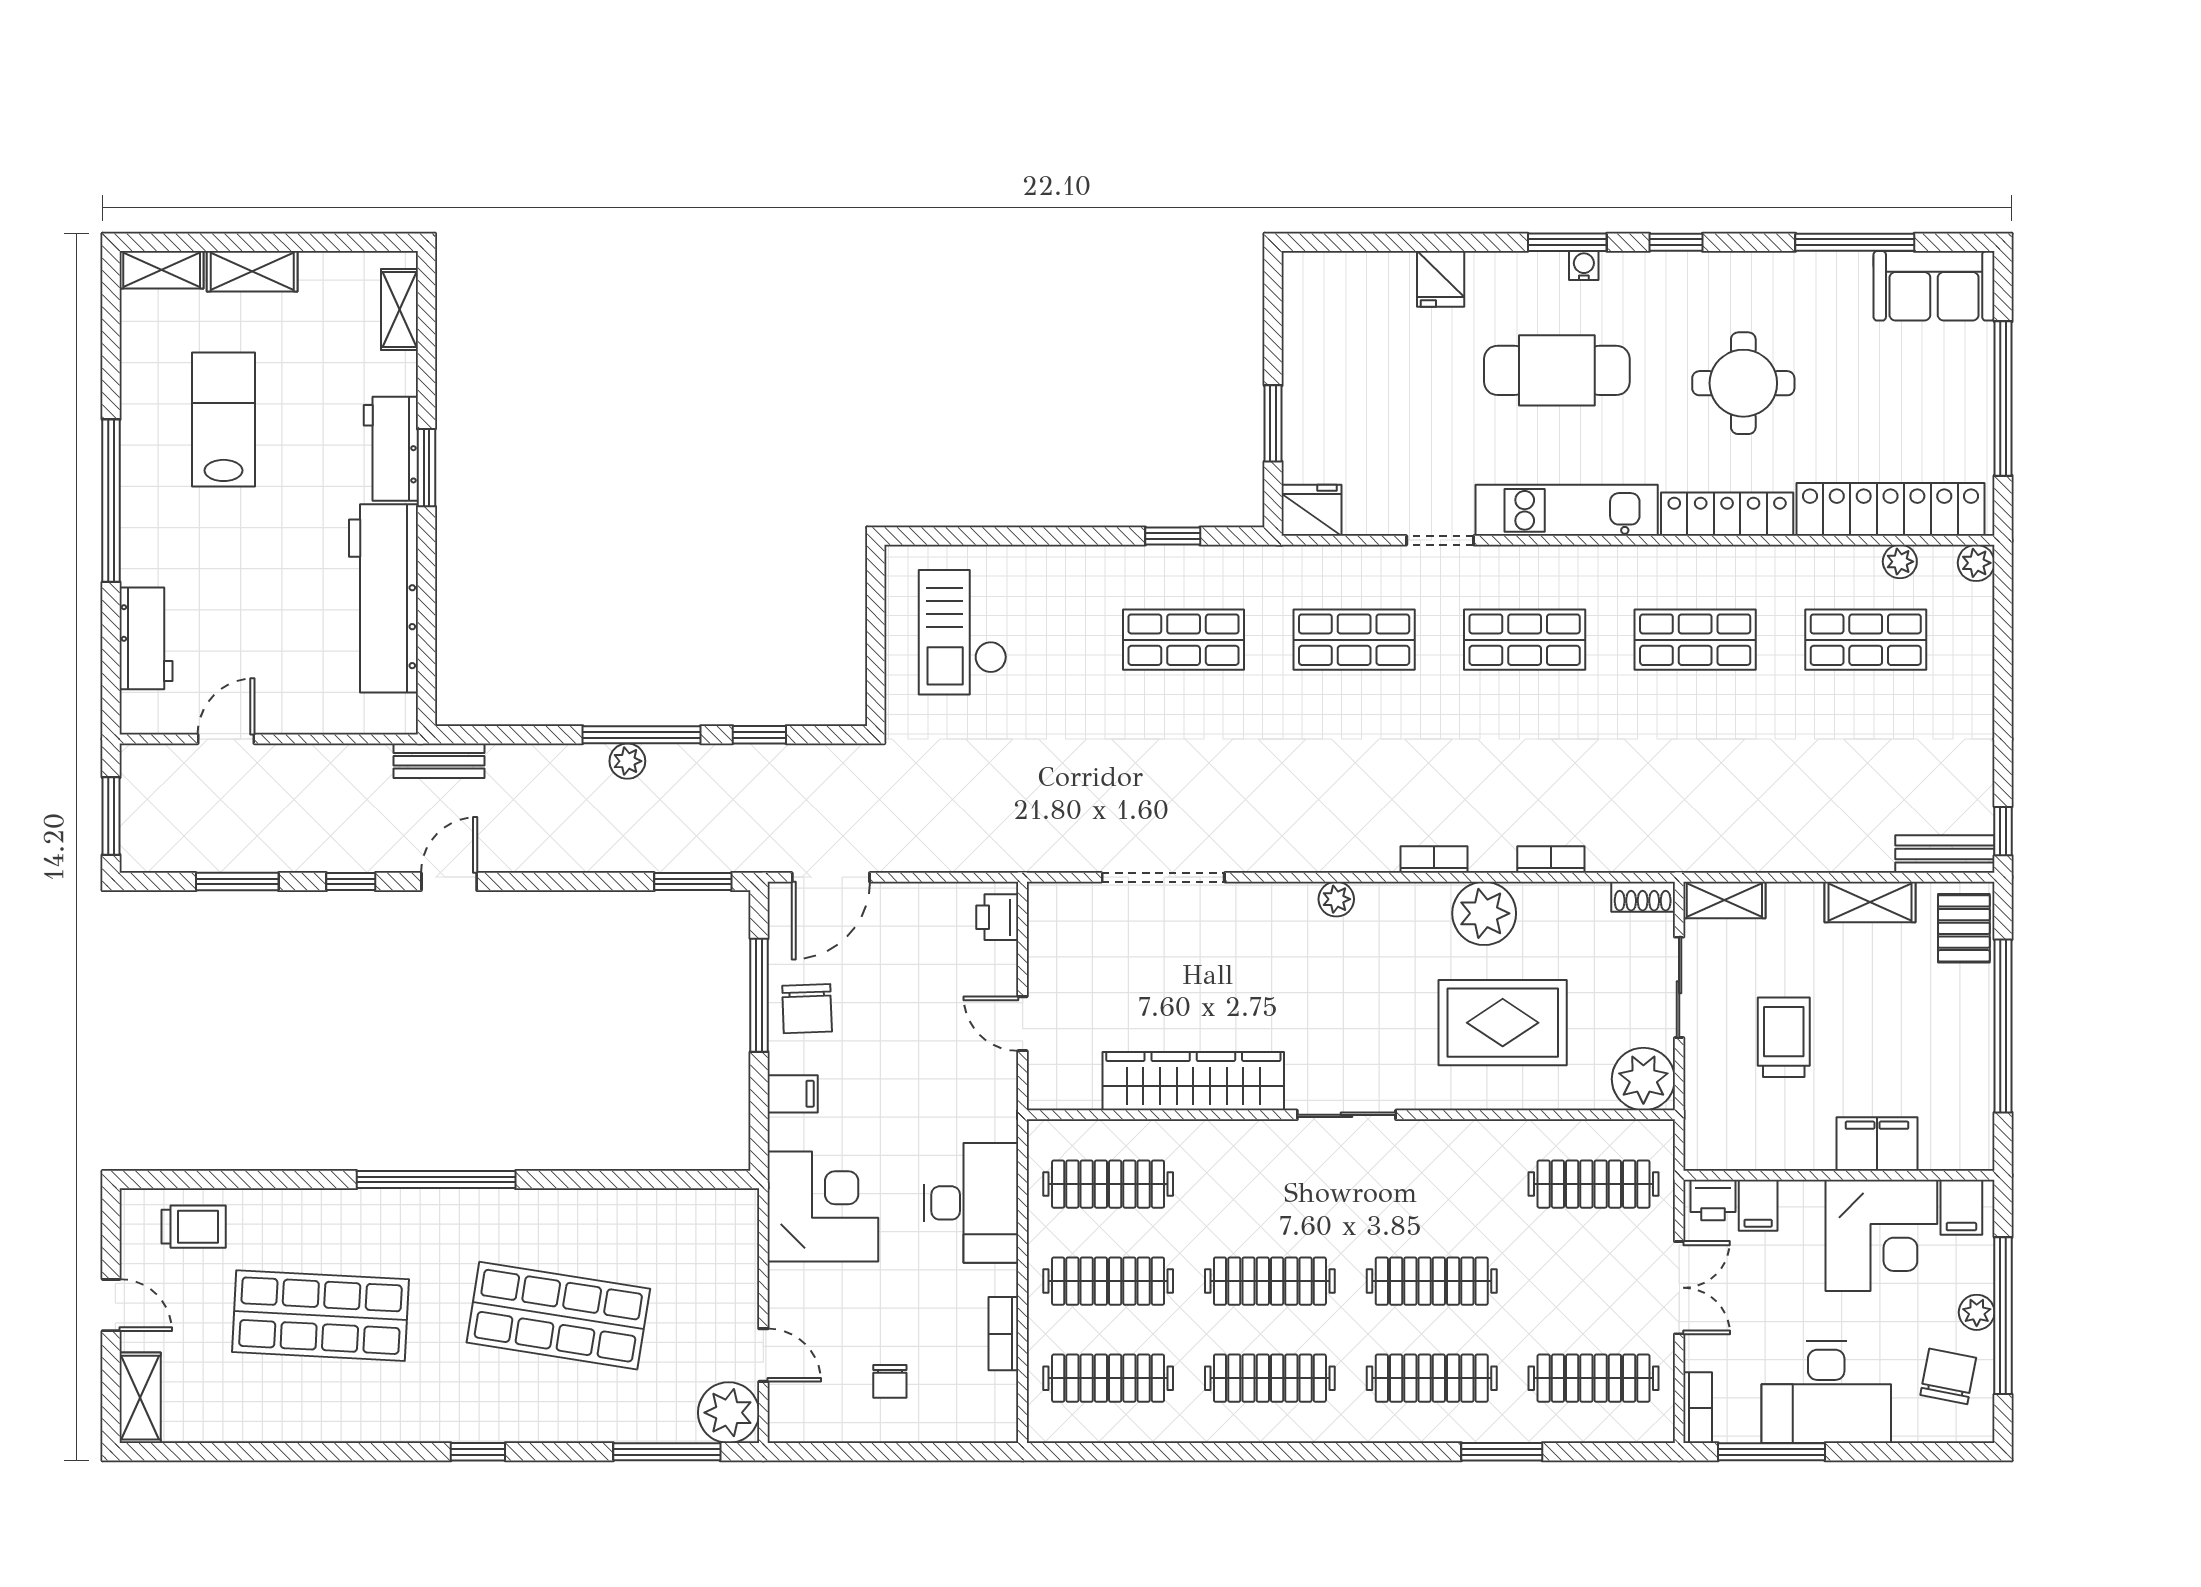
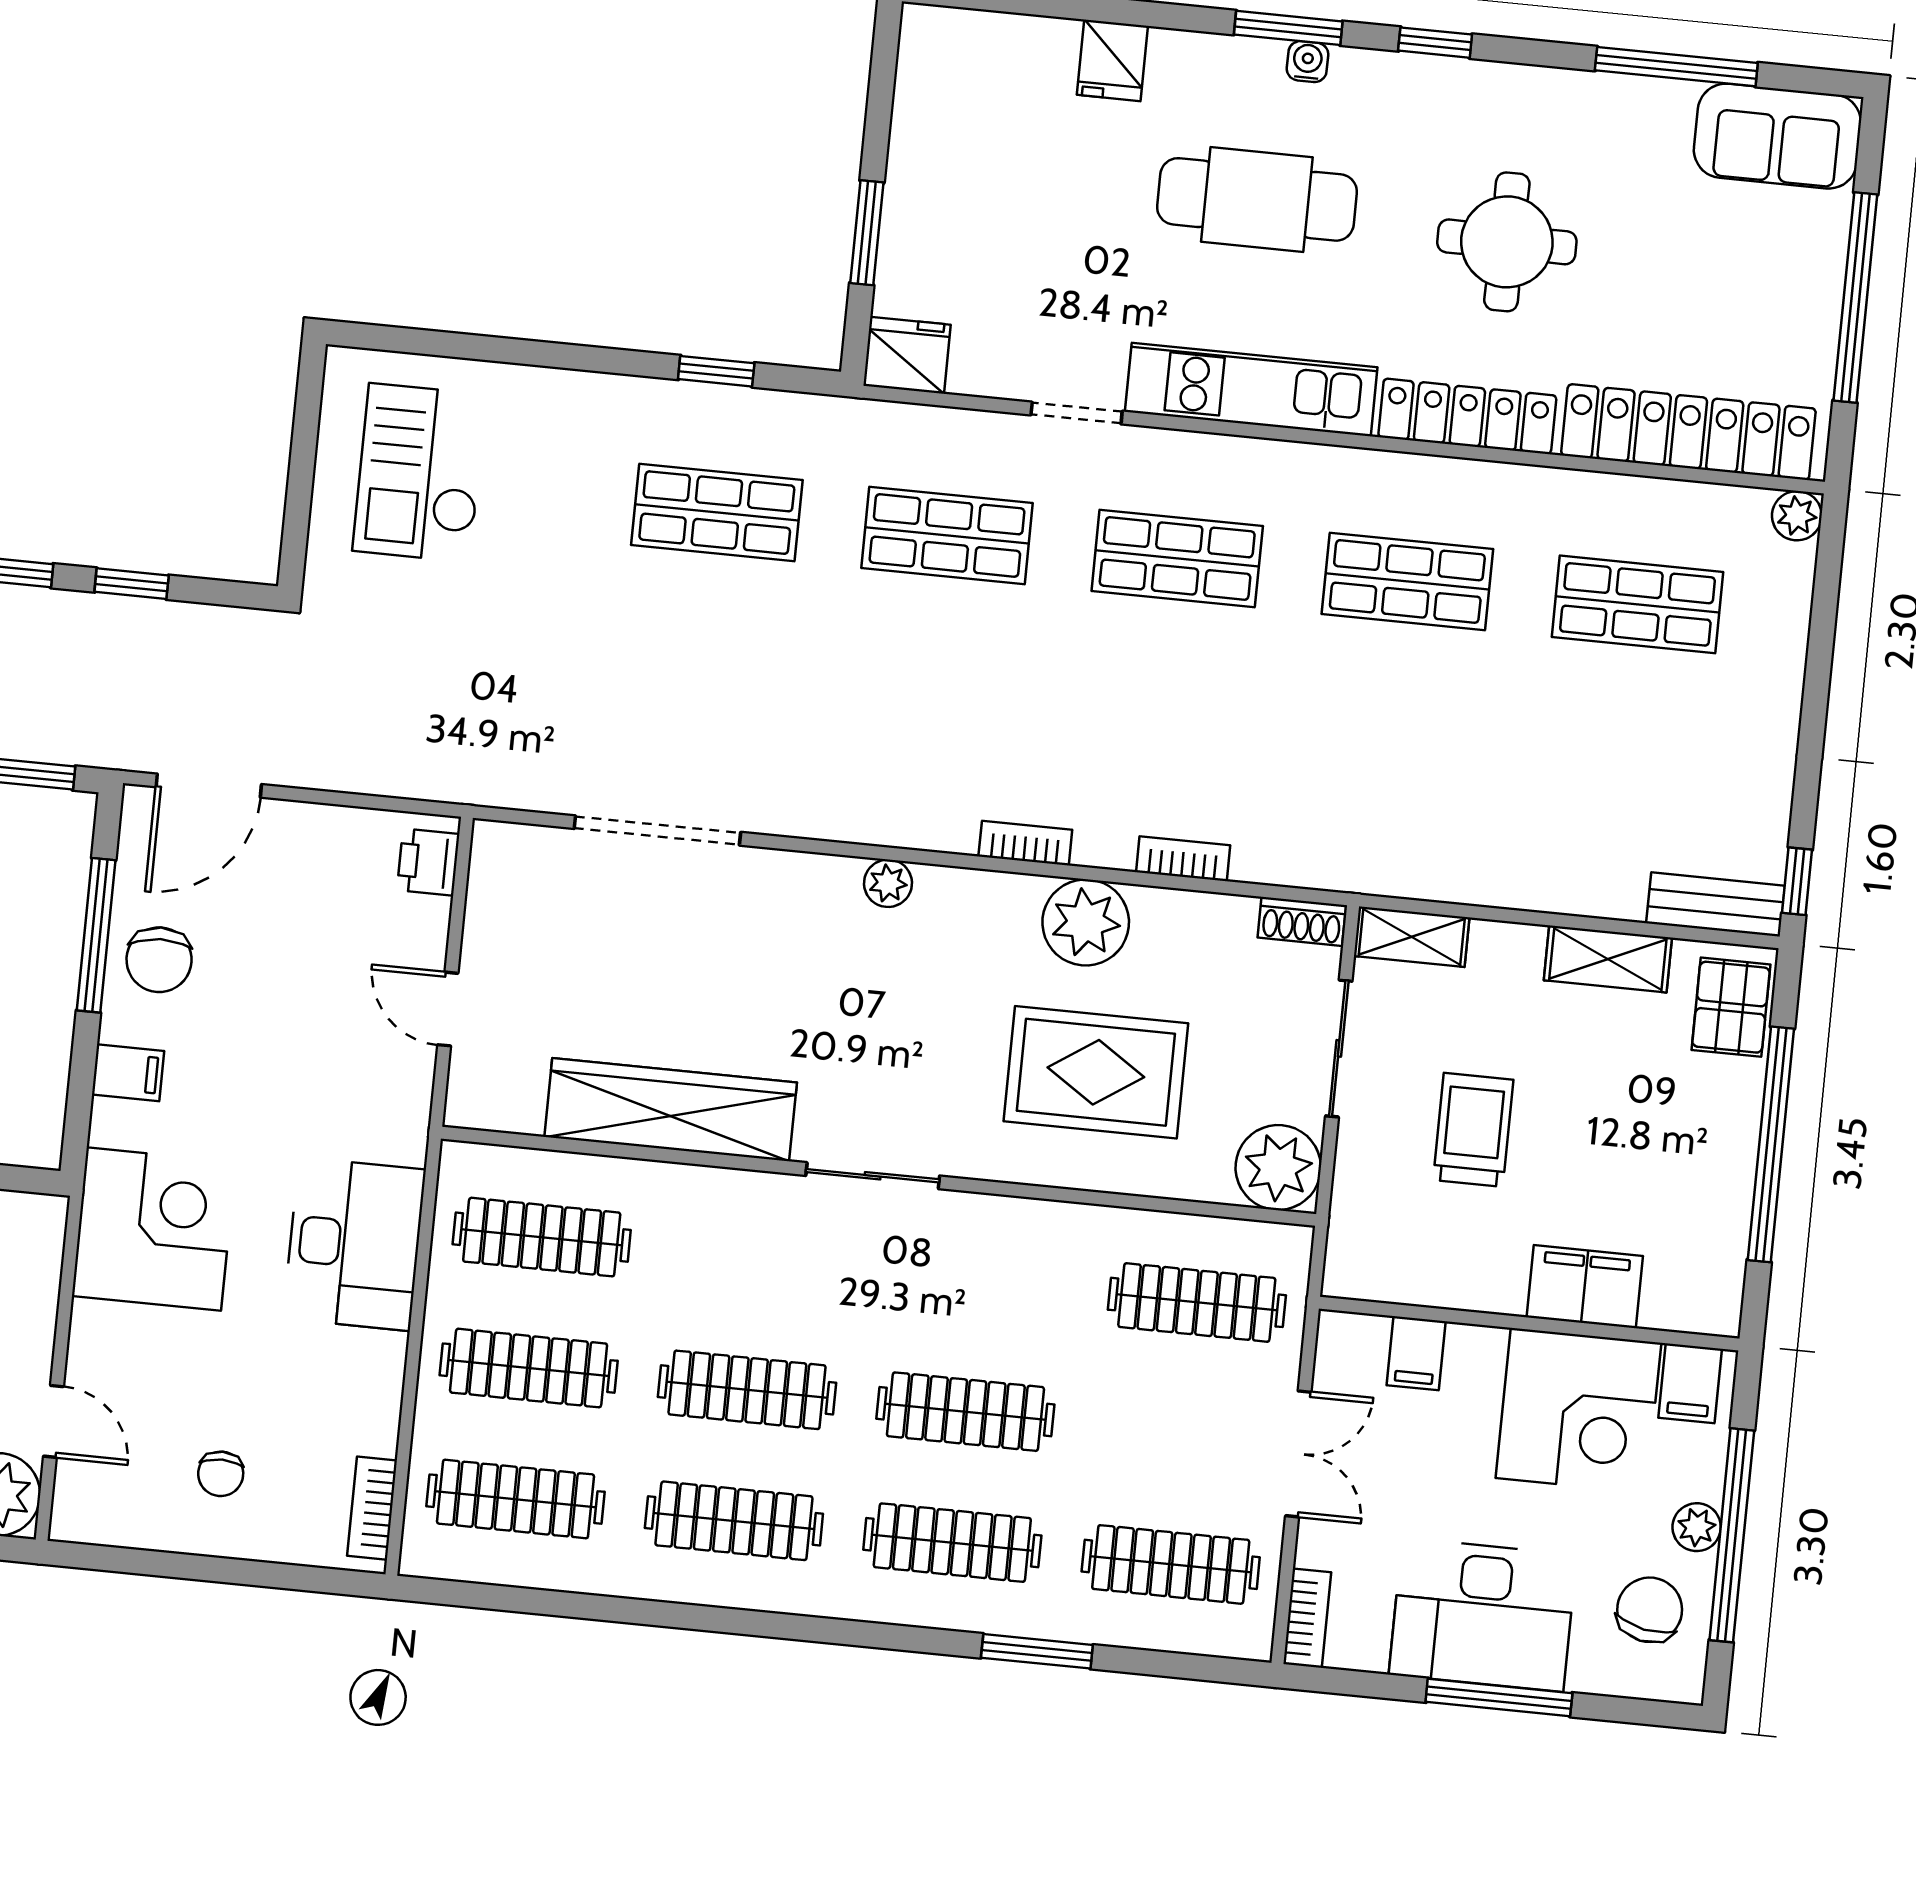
plant: (1900, 562) -> (1694, 504), removed
printer: (1713, 1200) -> (1356, 1340), removed
bookcase: (1003, 1334) -> (372, 1508), moved
window: (1771, 1452) -> (1499, 1697), moved

